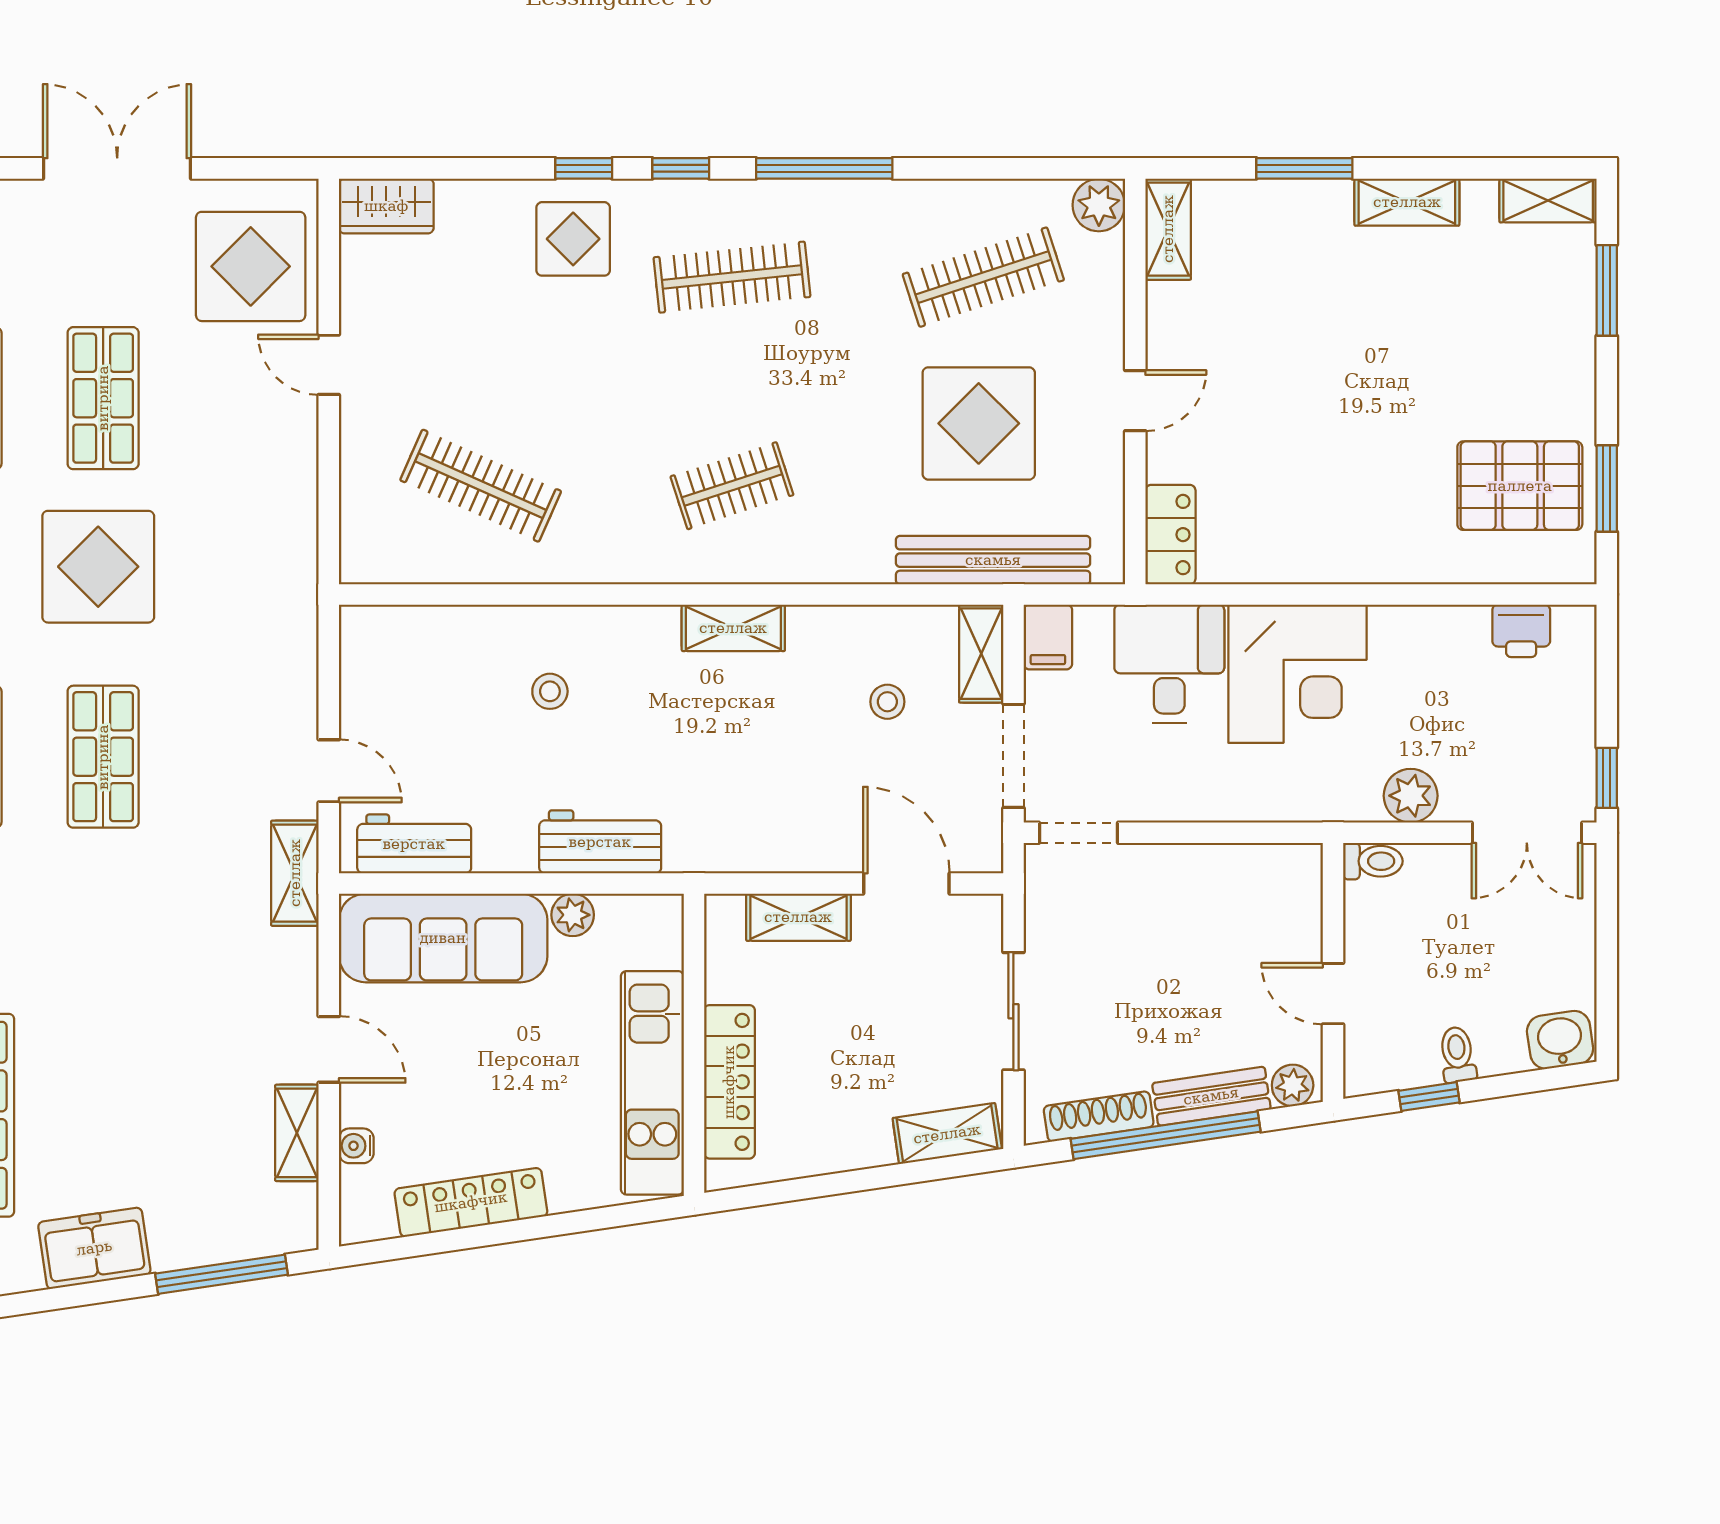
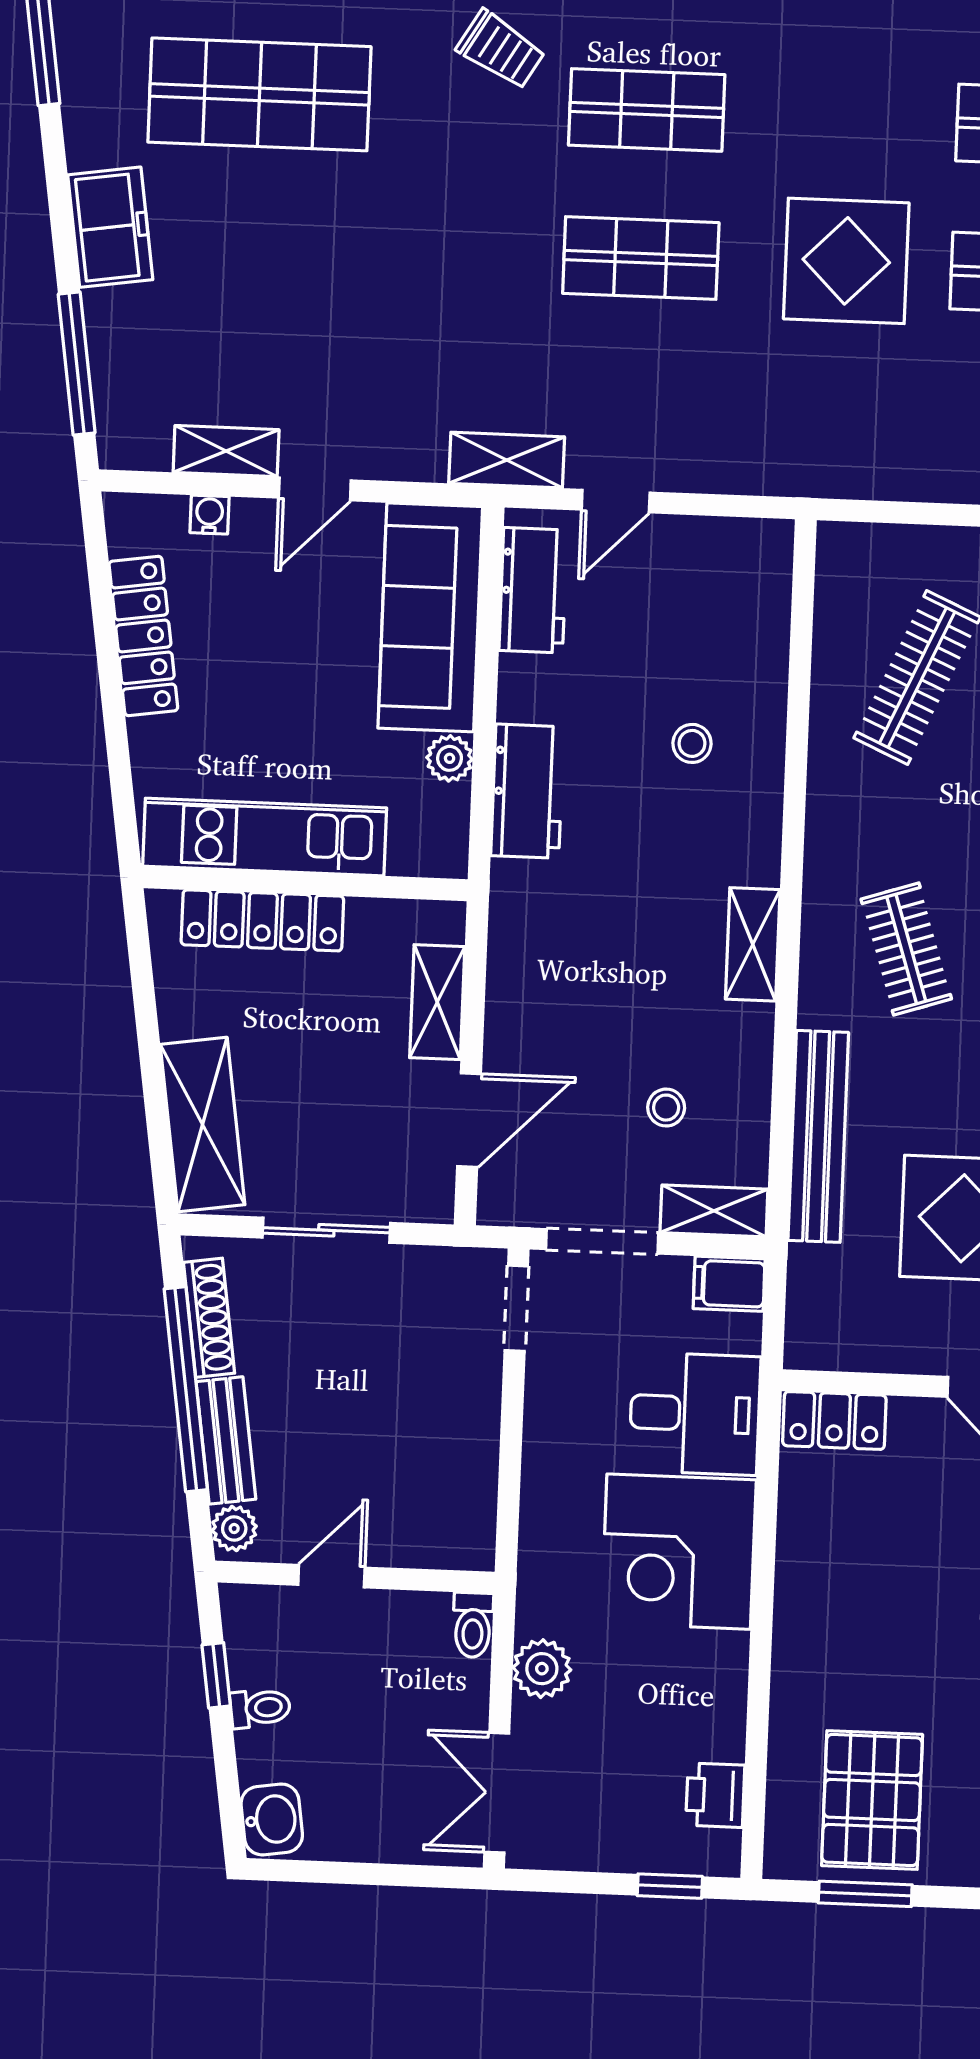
bench: (993, 560) -> (818, 1136), moved
window: (1607, 778) -> (670, 1886), moved
shelving: (947, 1134) -> (202, 1125), width x1.50, depth x1.33

